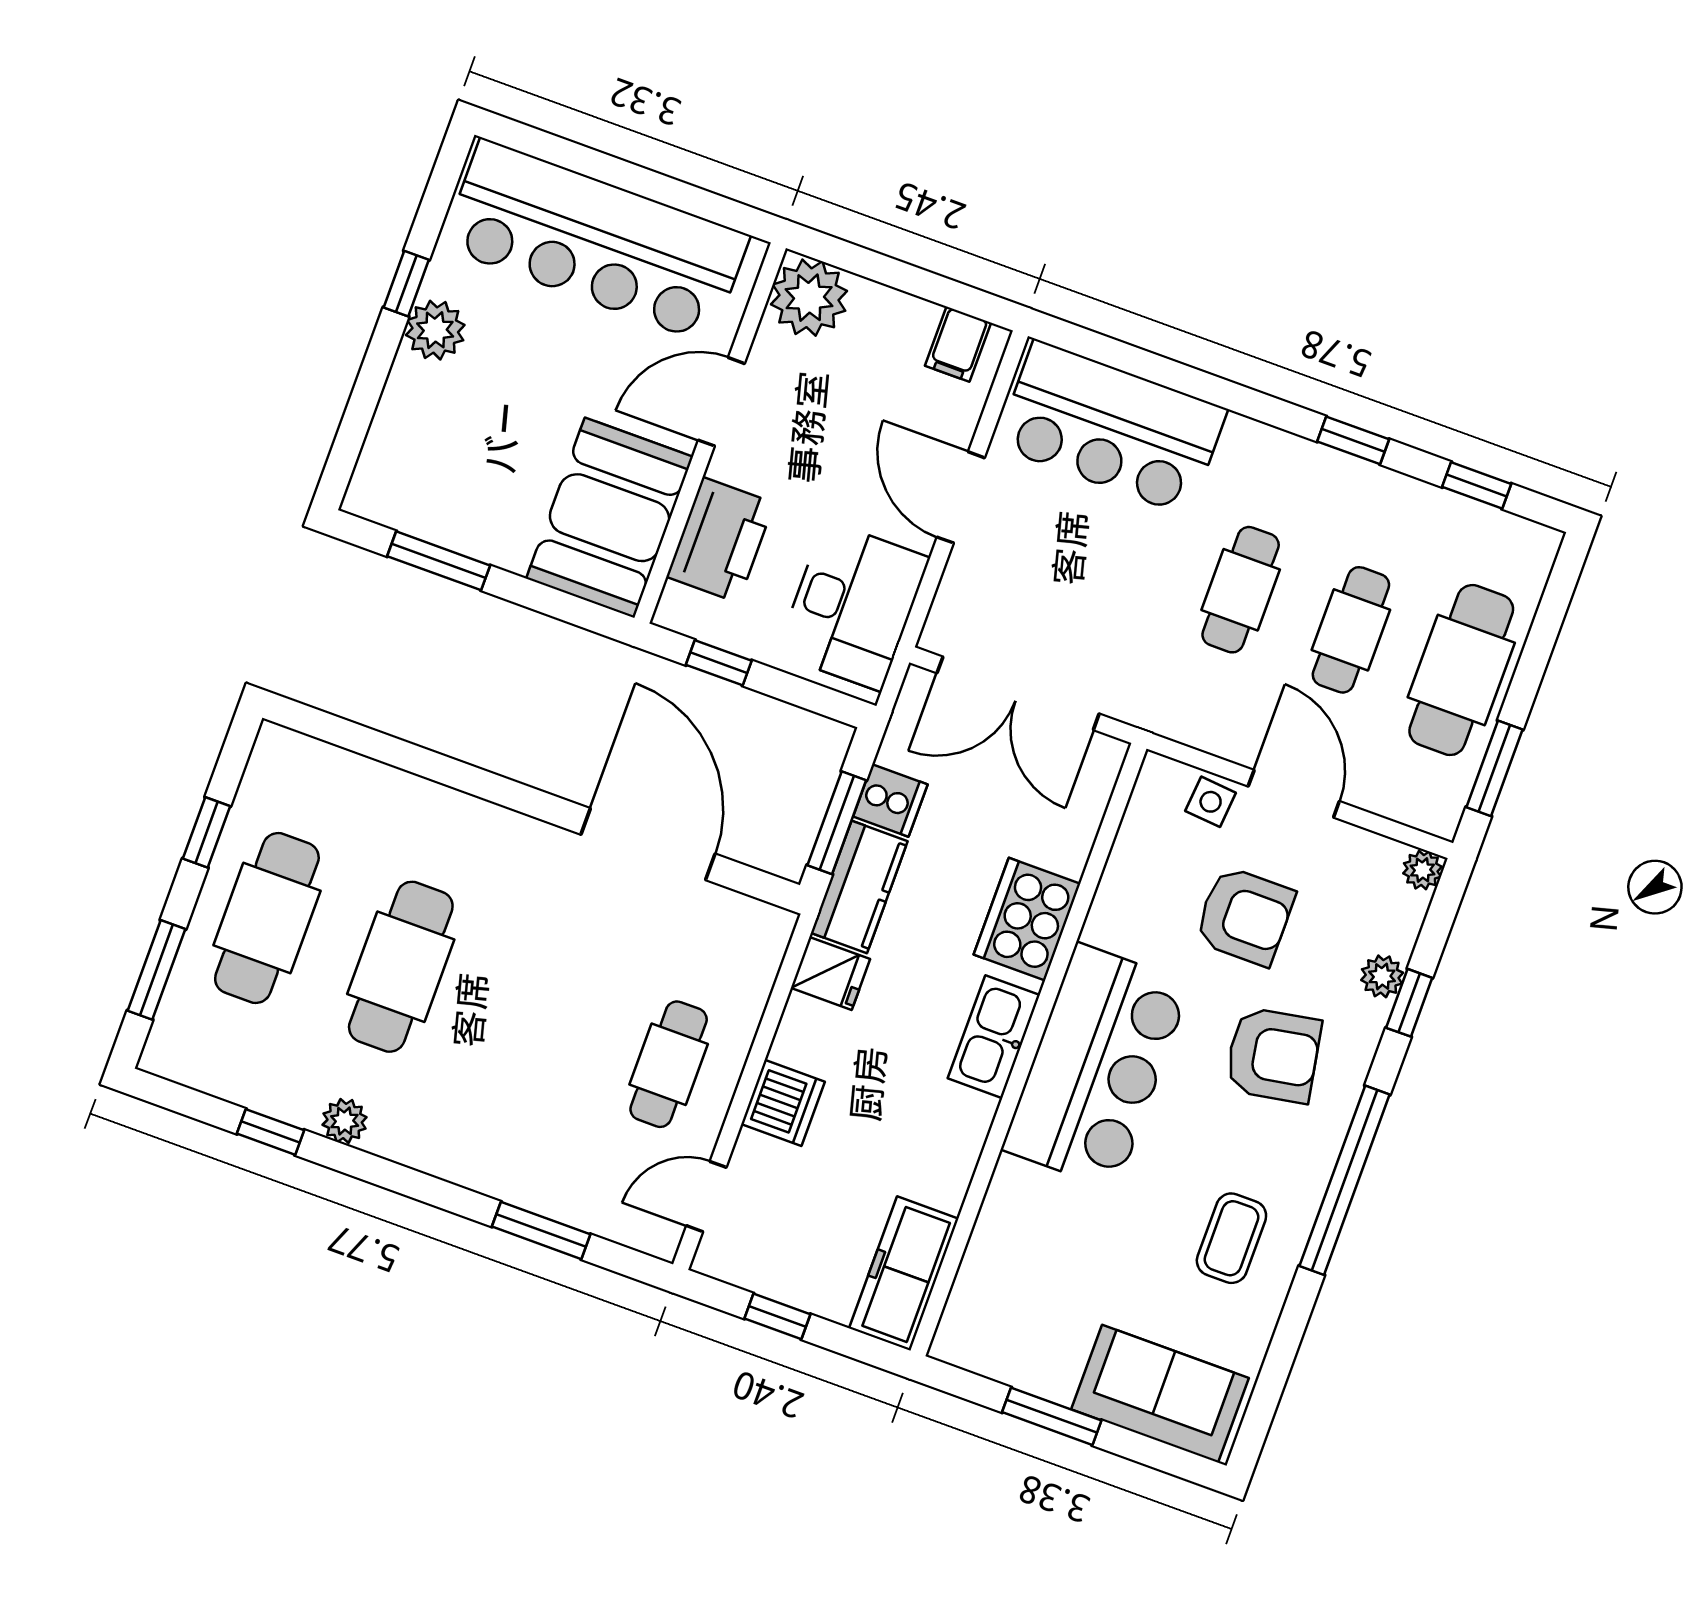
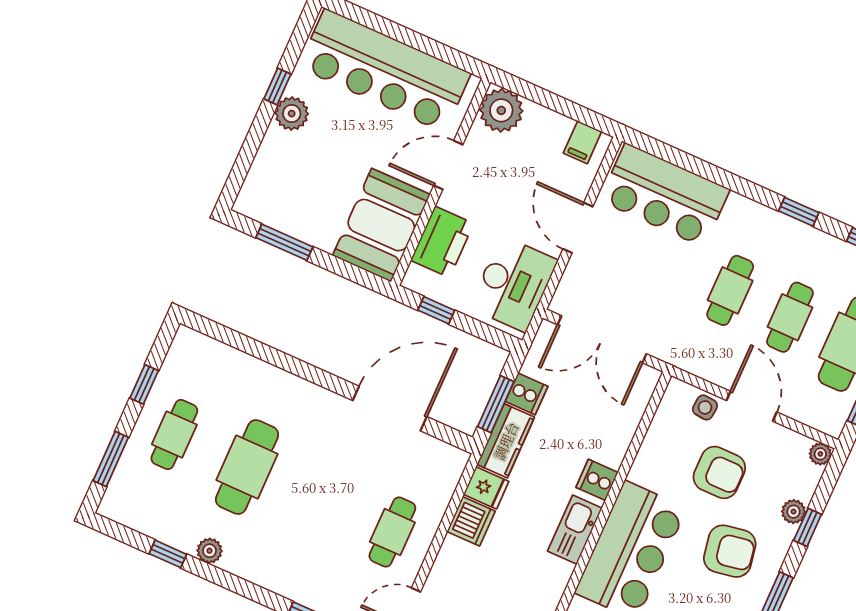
door: (648, 844) -> (390, 409), hinge flipped
cafe table: (267, 918) -> (174, 434), width x0.73, depth x0.74
cooker: (1027, 919) -> (597, 480), width x0.53, depth x0.76
dishwasher: (783, 1103) -> (471, 521), moved

